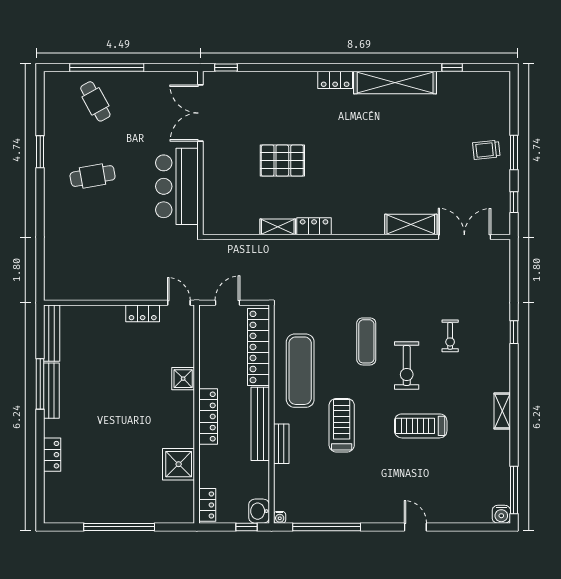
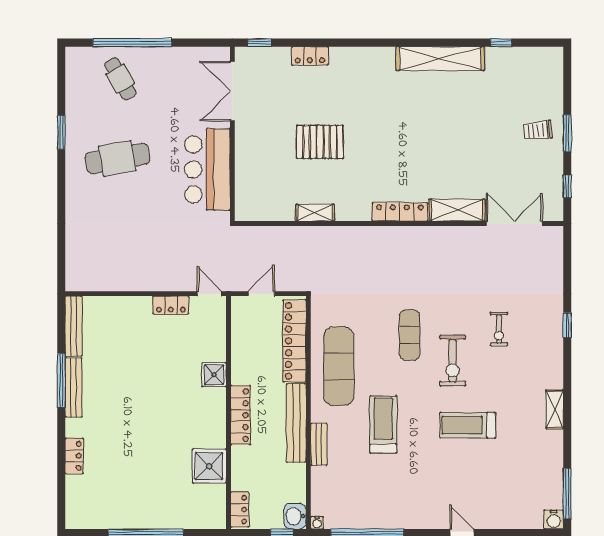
locker: (335, 80) -> (310, 56), moved
cafe table: (93, 176) -> (117, 158), width x1.37, depth x1.35
locker: (314, 226) -> (400, 212), moved, width x1.53

